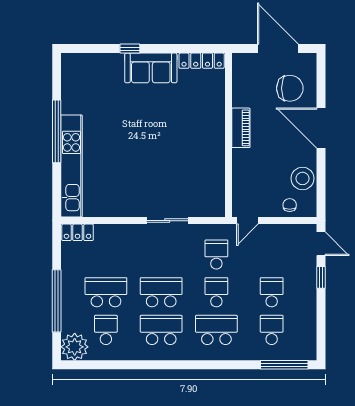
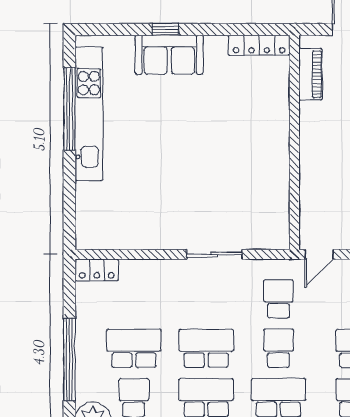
sofa: (151, 68) -> (169, 55), moved
piano: (241, 128) -> (311, 74), moved
window: (57, 131) -> (69, 109), moved
kitchen unit: (71, 166) -> (89, 114), moved

